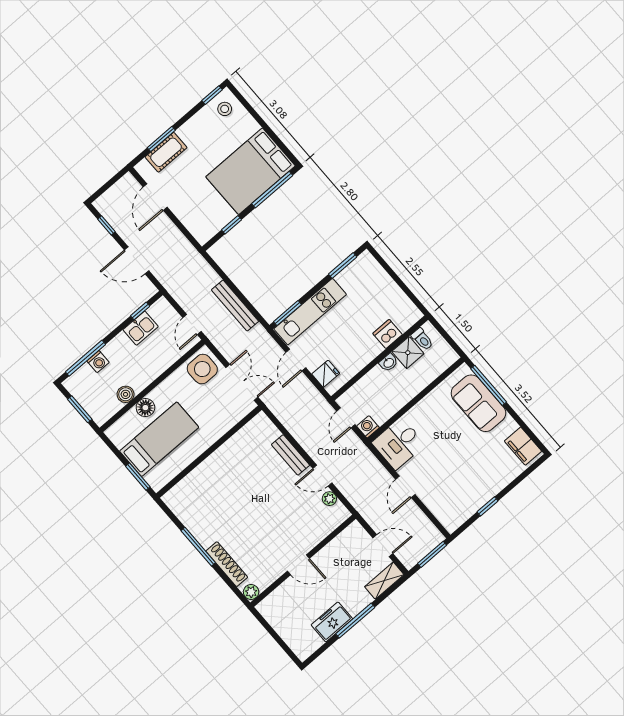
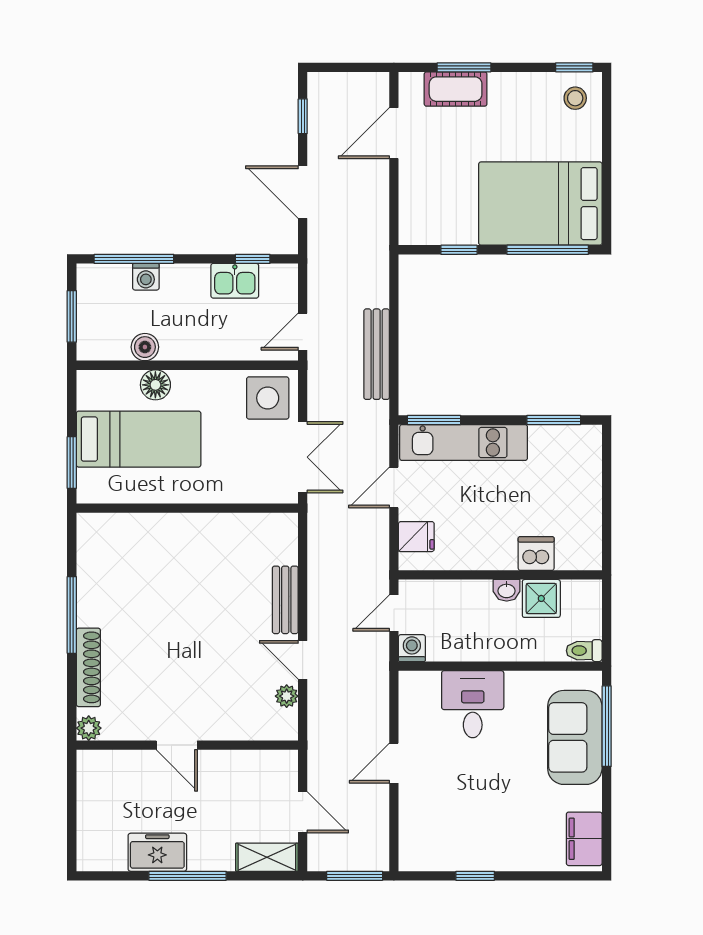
toilet: (422, 339) -> (584, 651), moved, turned 90
desk: (398, 444) -> (473, 704), moved, turned 90

